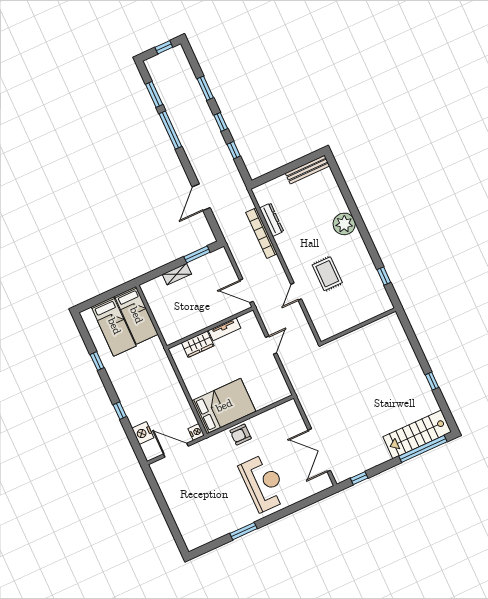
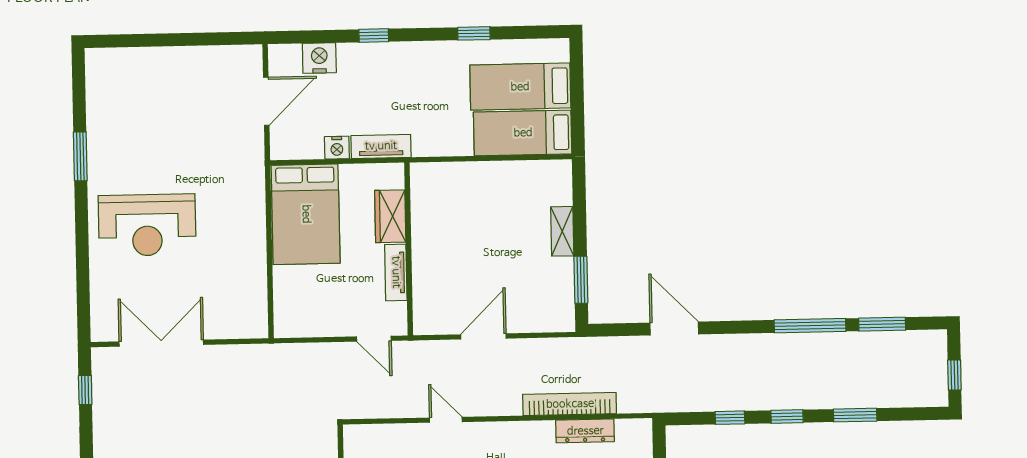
wall: (210, 328) -> (409, 249), moved
tv unit: (225, 329) -> (396, 272), moved
wardrobe: (198, 344) -> (390, 216), moved
tv unit: (174, 383) -> (381, 146), added
nightstand: (196, 432) -> (337, 148), moved
armchair: (241, 435) -> (245, 222), removed

